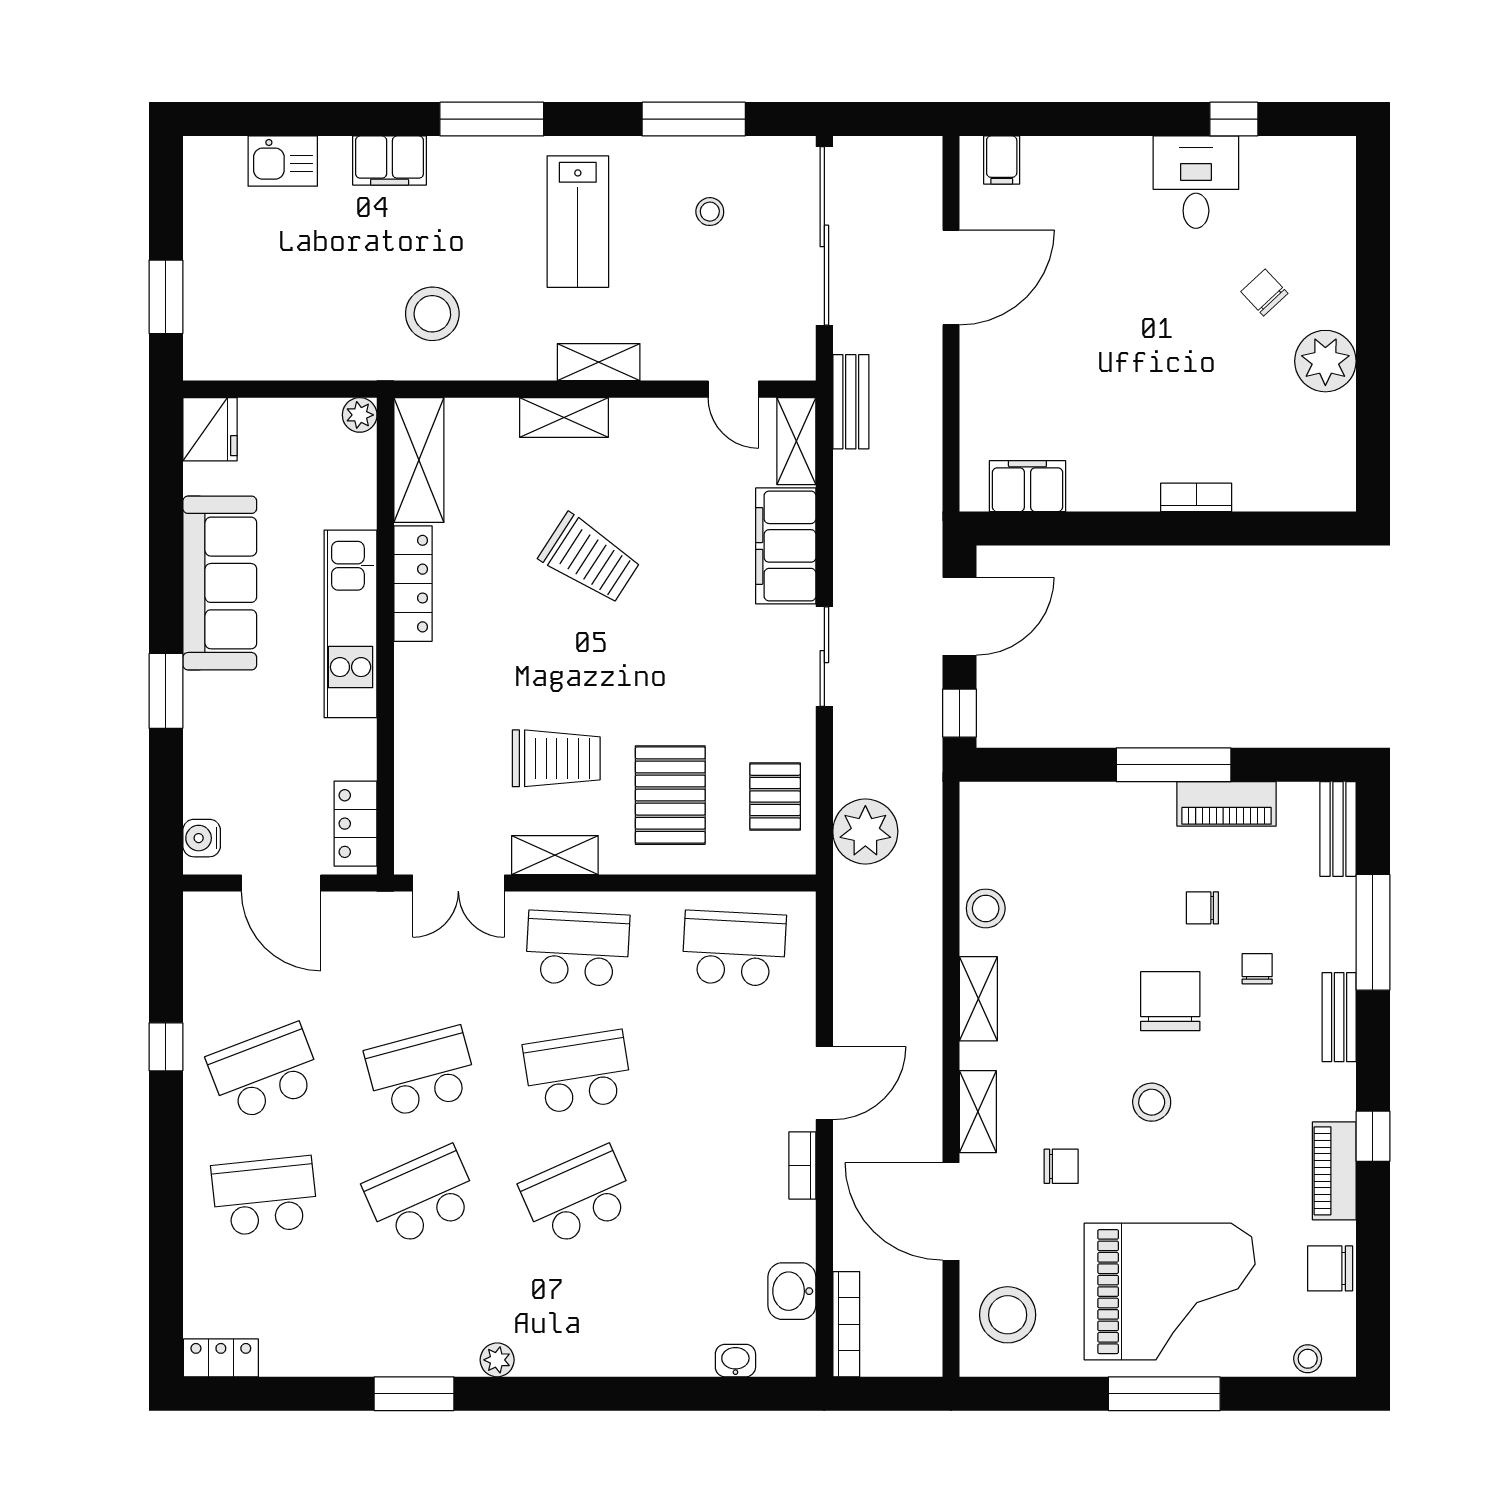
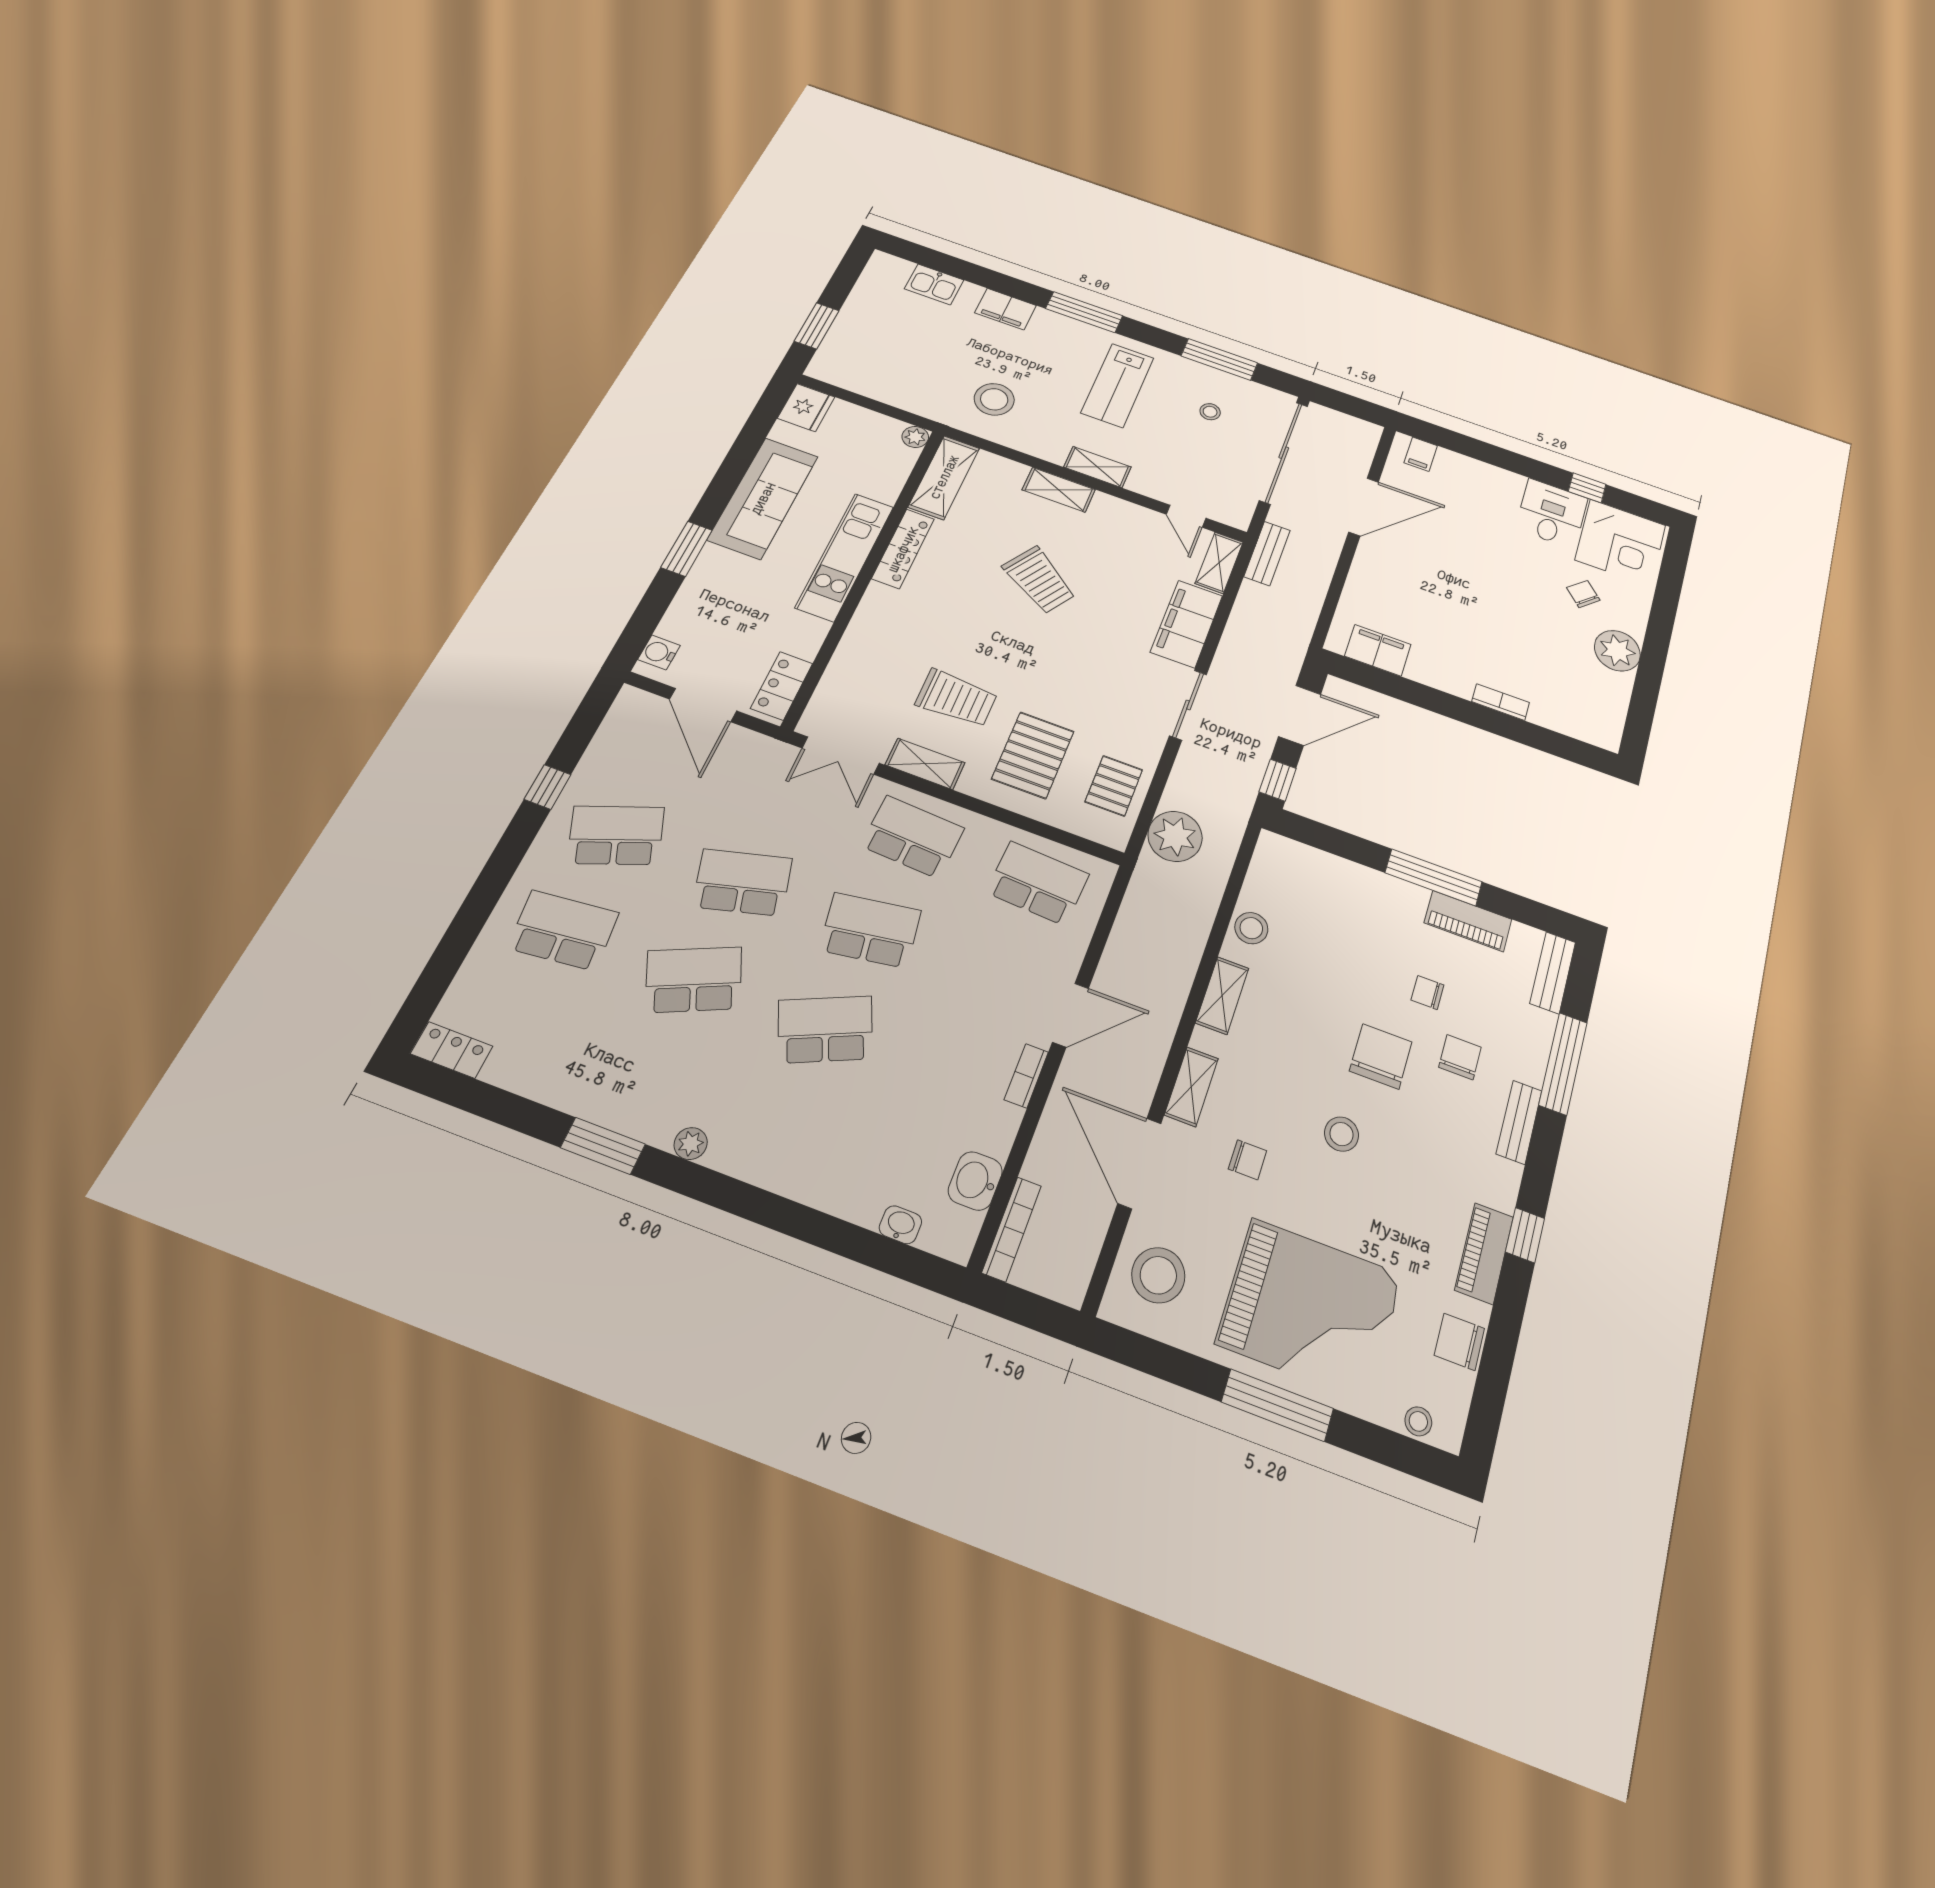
corner desk: (1296, 190) -> (1620, 543), added
chair: (1257, 969) -> (1460, 1057), width x1.37, depth x1.37

